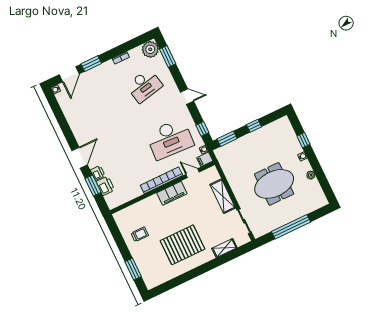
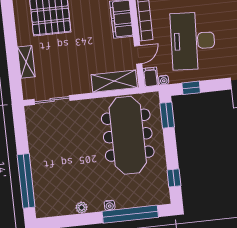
window: (254, 126) -> (174, 178), moved
window: (304, 140) -> (130, 214), width x3.17
meeting table: (274, 184) -> (128, 135), moved, width x1.36
shelving: (223, 196) -> (114, 81), moved
window: (291, 227) -> (26, 181), moved

